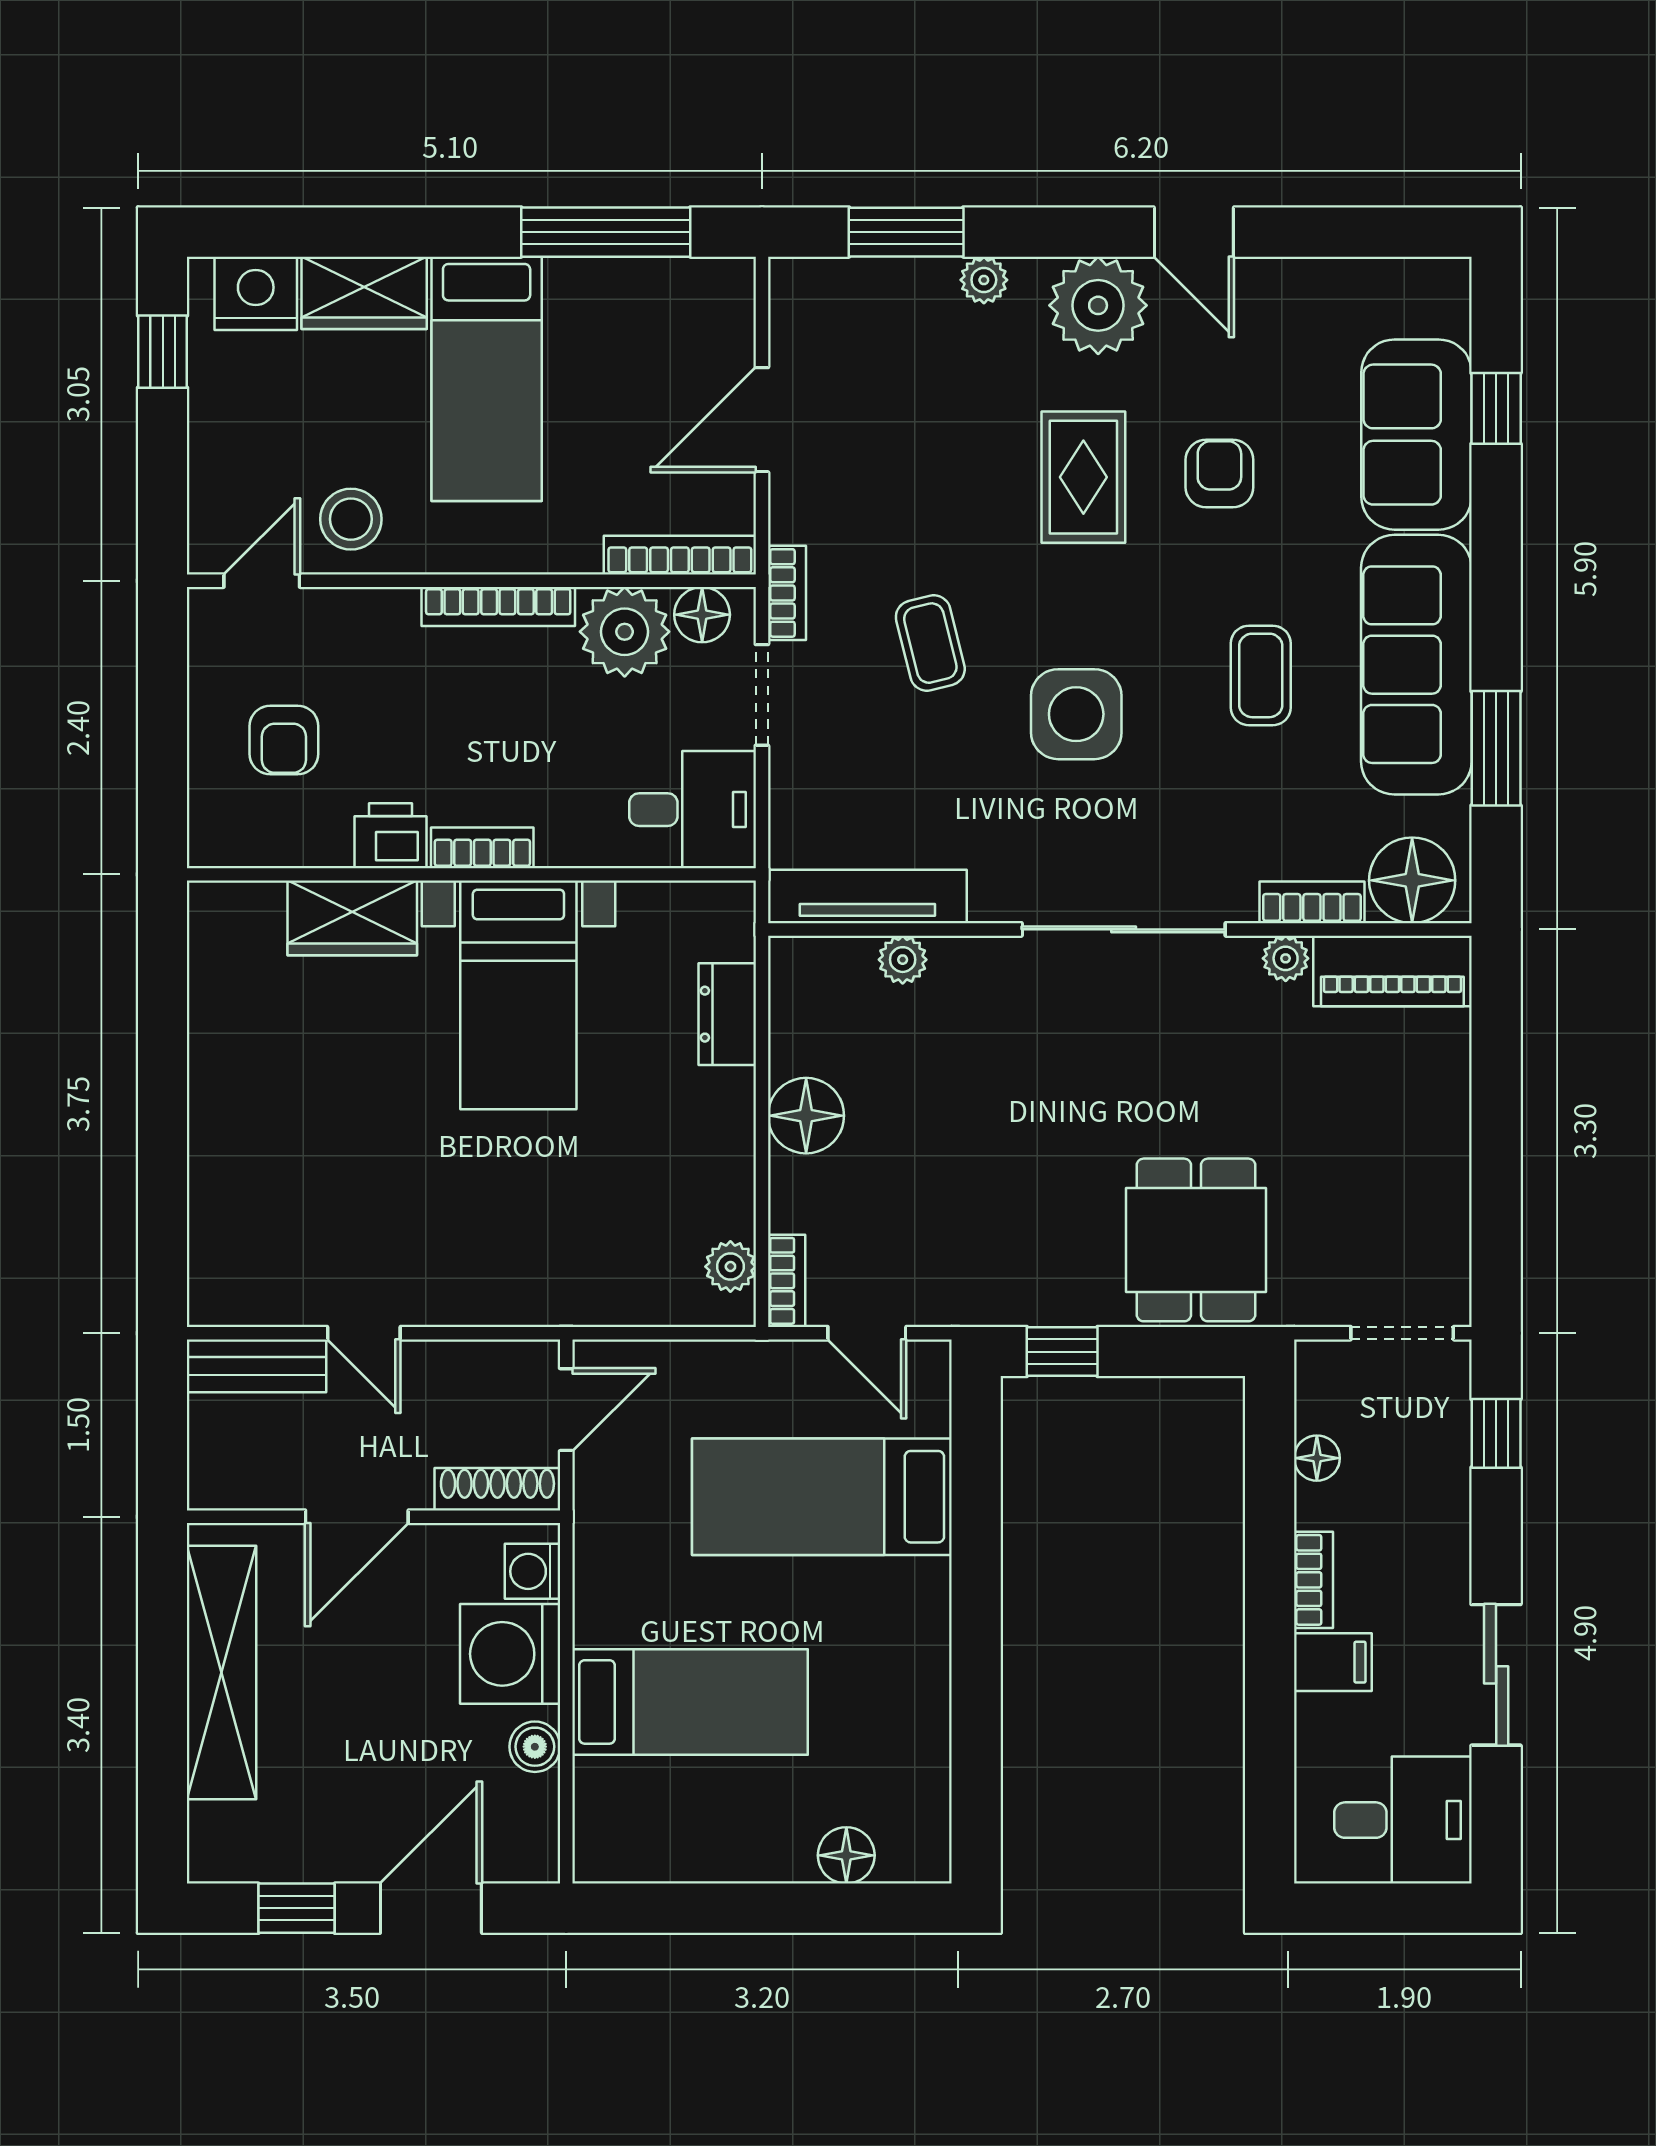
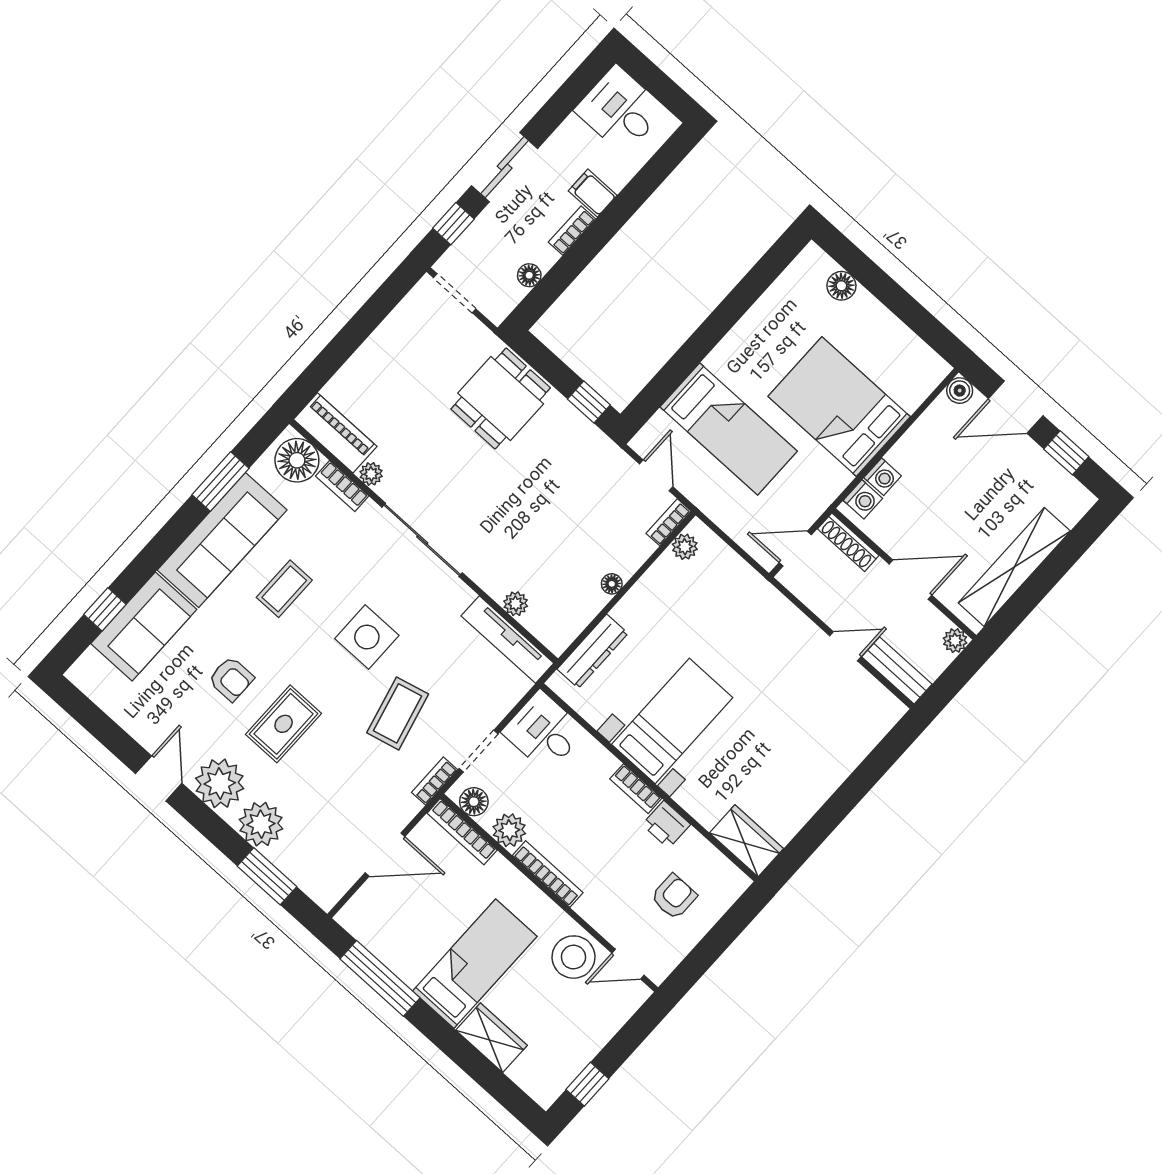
plant: (984, 280) -> (261, 824), width x1.87, depth x1.87
nightstand: (256, 293) -> (533, 1074), removed
armchair: (1219, 474) -> (231, 679), turned -90
stool: (351, 519) -> (573, 957), width x1.38, depth x1.38
plant: (625, 632) -> (509, 830), width x0.73, depth x0.73
coffee table: (930, 643) -> (398, 713), width x1.36, depth x1.30
wardrobe: (352, 918) -> (746, 841), moved
dresser: (727, 1014) -> (593, 651), width x1.44
floor lamp: (806, 1116) -> (612, 584), width x0.53, depth x0.53
door: (364, 1333) -> (845, 646), hinge flipped
plant: (211, 1487) -> (955, 641), added
washing machine: (510, 1654) -> (883, 477), width x0.53, depth x0.53
sliding door: (1496, 1675) -> (505, 167), moved
bed: (690, 1702) -> (839, 407), width x1.50
boiler: (535, 1747) -> (960, 391), moved

